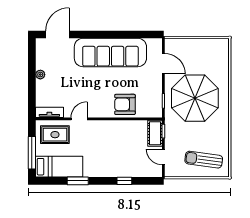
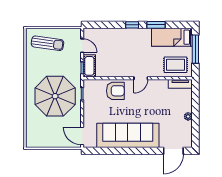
door: (163, 64) -> (82, 136), moved
door: (79, 119) -> (141, 78), moved
window: (124, 181) -> (132, 25), moved

